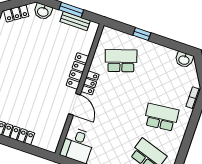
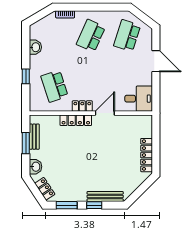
washbasin: (184, 60) -> (35, 47), moved
school desk: (161, 117) -> (91, 36), turned 30

